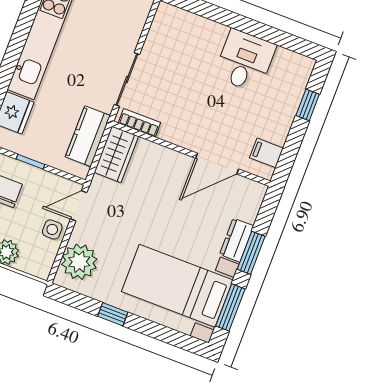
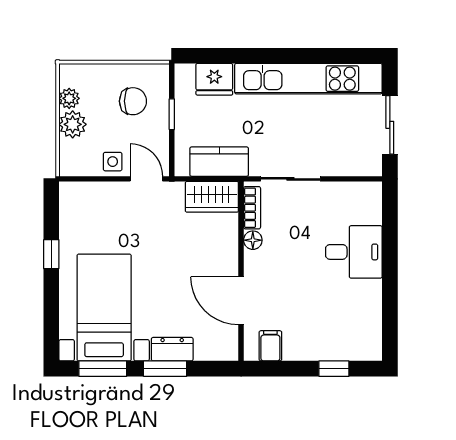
desk: (245, 61) -> (354, 252), moved
floor lamp: (168, 133) -> (253, 240), added
plant: (79, 262) -> (91, 201), removed

